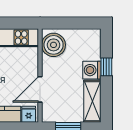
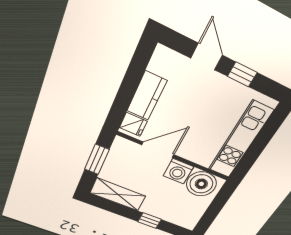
washing machine: (92, 70) -> (178, 171), moved, turned 180
door: (40, 89) -> (158, 150), hinge flipped

